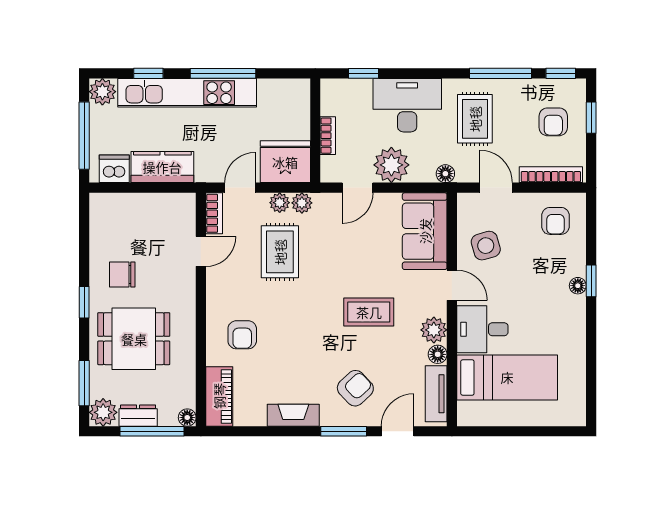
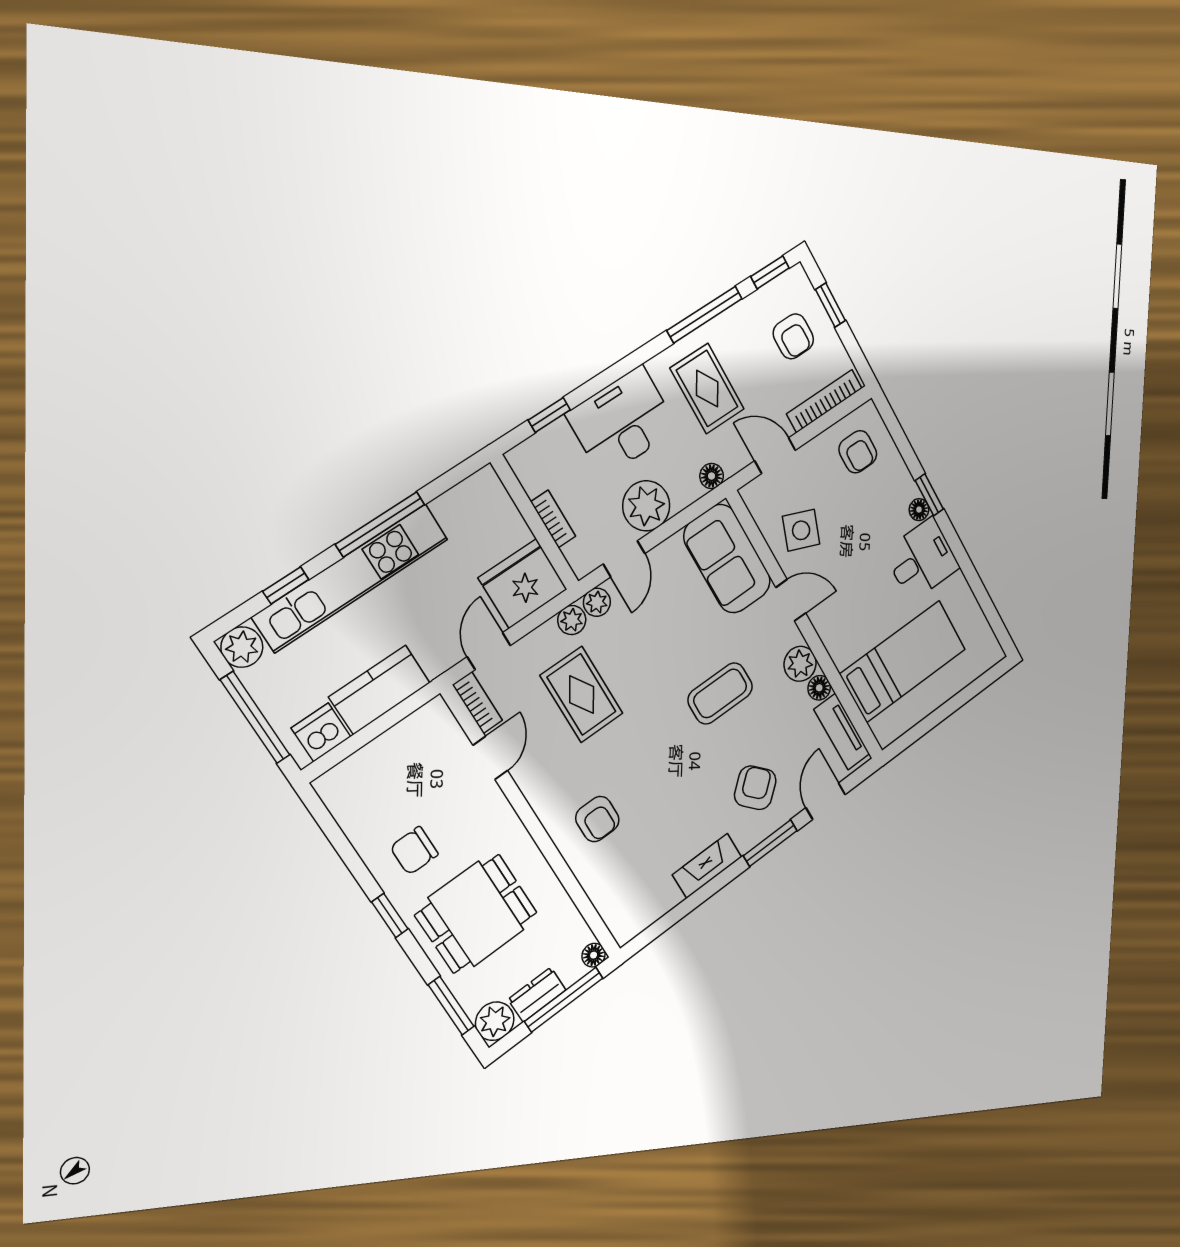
plant: (280, 203) -> (597, 602), moved
side table: (486, 246) -> (801, 530), turned 37
desk: (482, 329) -> (922, 560), moved, turned 180
piano: (219, 396) -> (614, 906), removed

